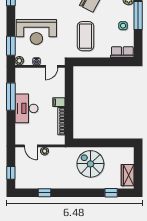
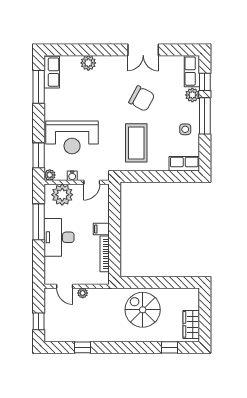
plant: (29, 76) -> (62, 195), added

